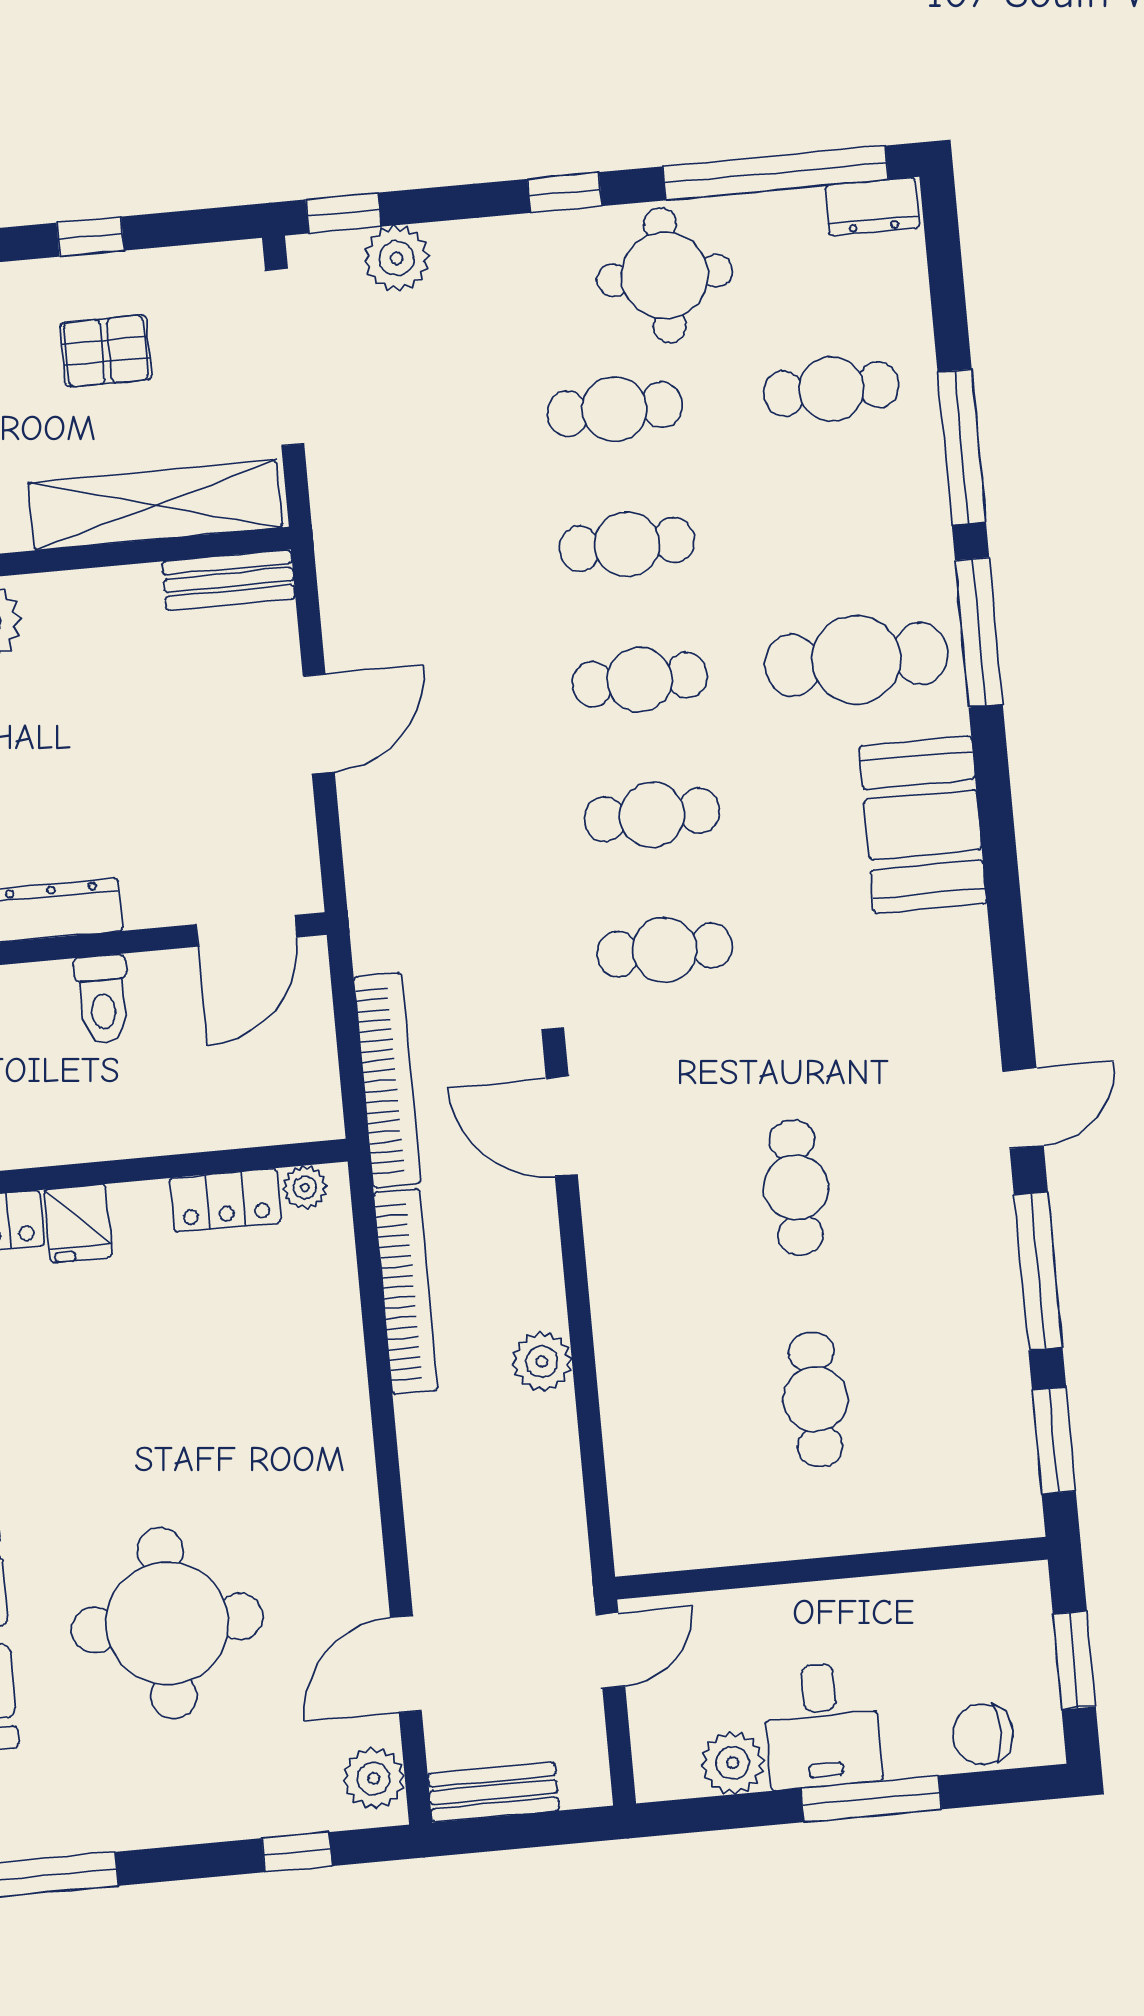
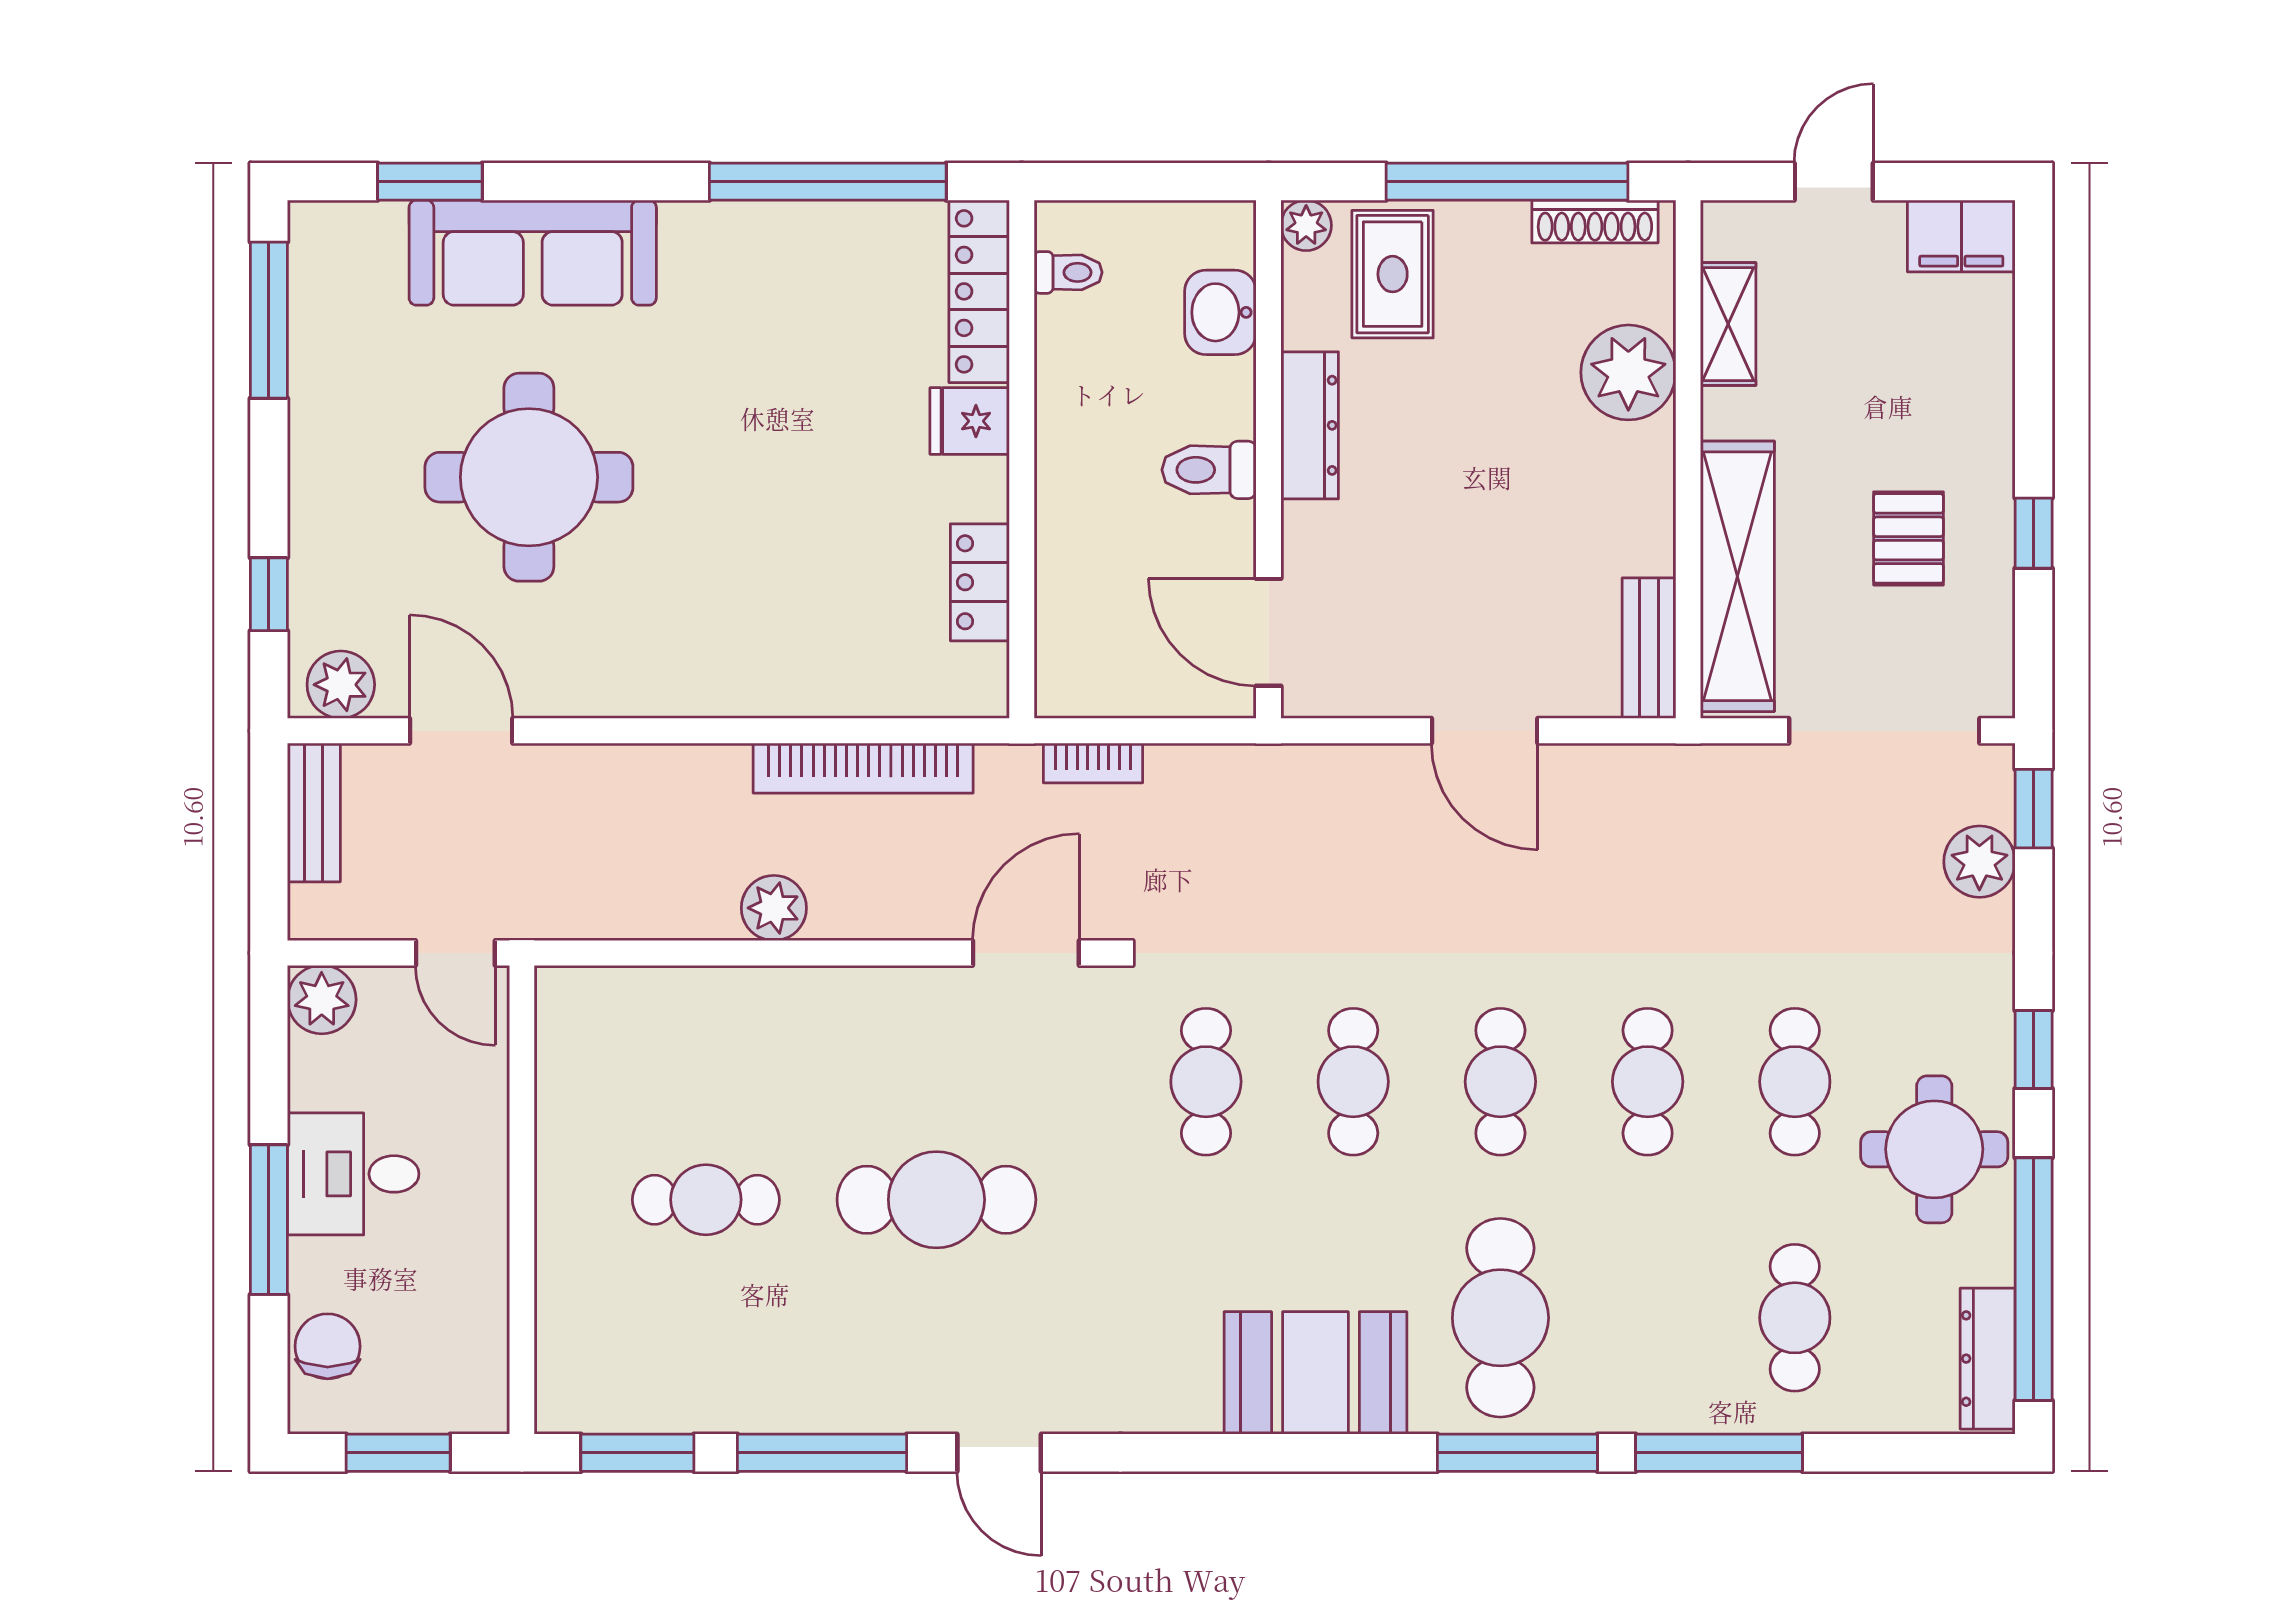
dresser: (872, 207) -> (1988, 1359), width x1.44
bookcase: (387, 1080) -> (1093, 763), width x0.43, depth x0.76
cafe table: (796, 1187) -> (936, 1200), width x1.37, depth x1.35
plant: (305, 1188) -> (986, 670), removed
plant: (733, 1763) -> (322, 1000), moved

